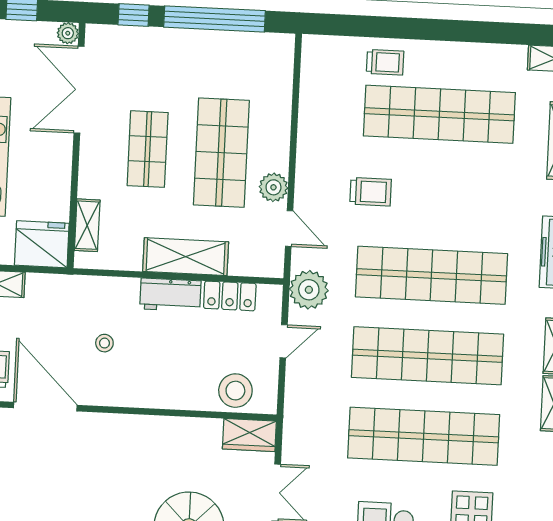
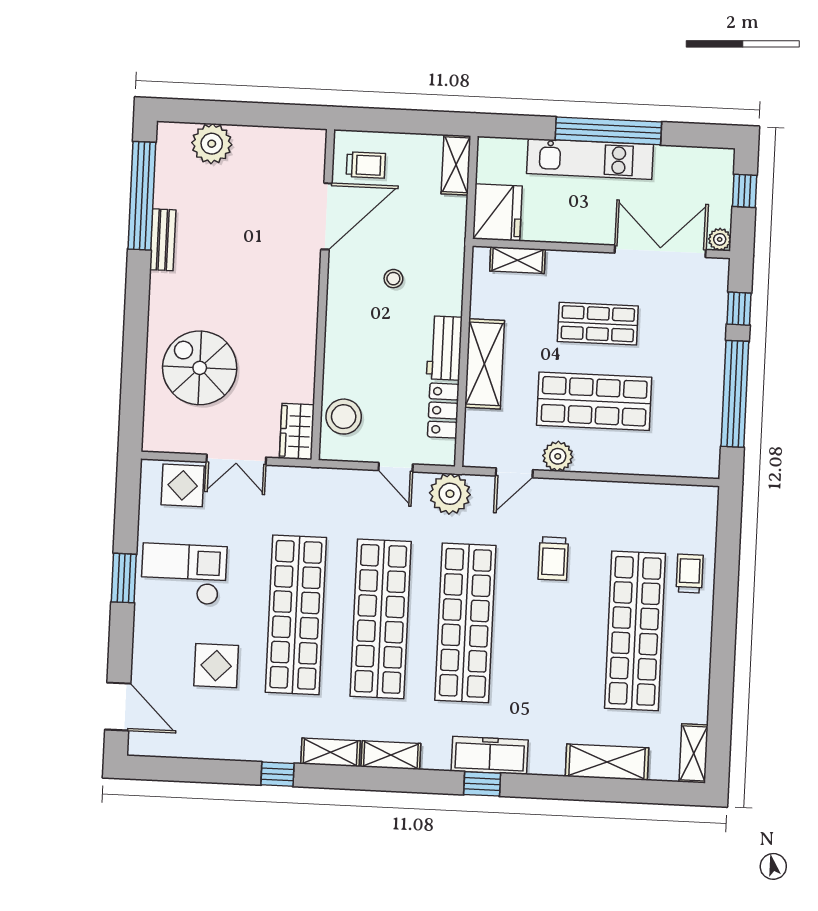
trolley: (385, 62) -> (690, 574), turned 180

